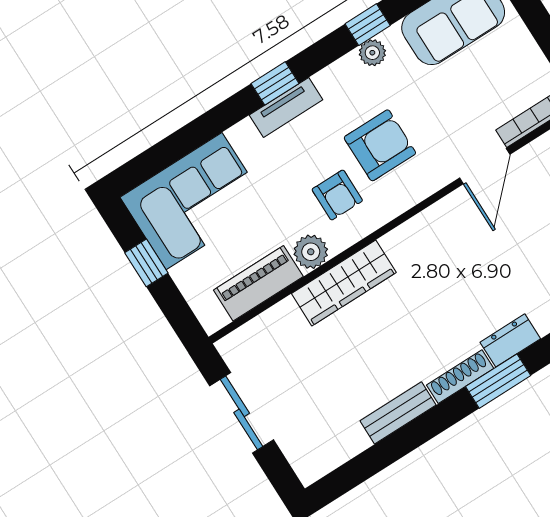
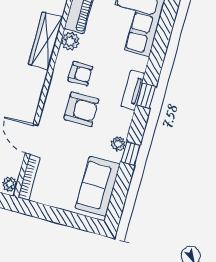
armchair: (380, 145) -> (81, 109), turned -90
armchair: (337, 195) -> (80, 74), turned 180

